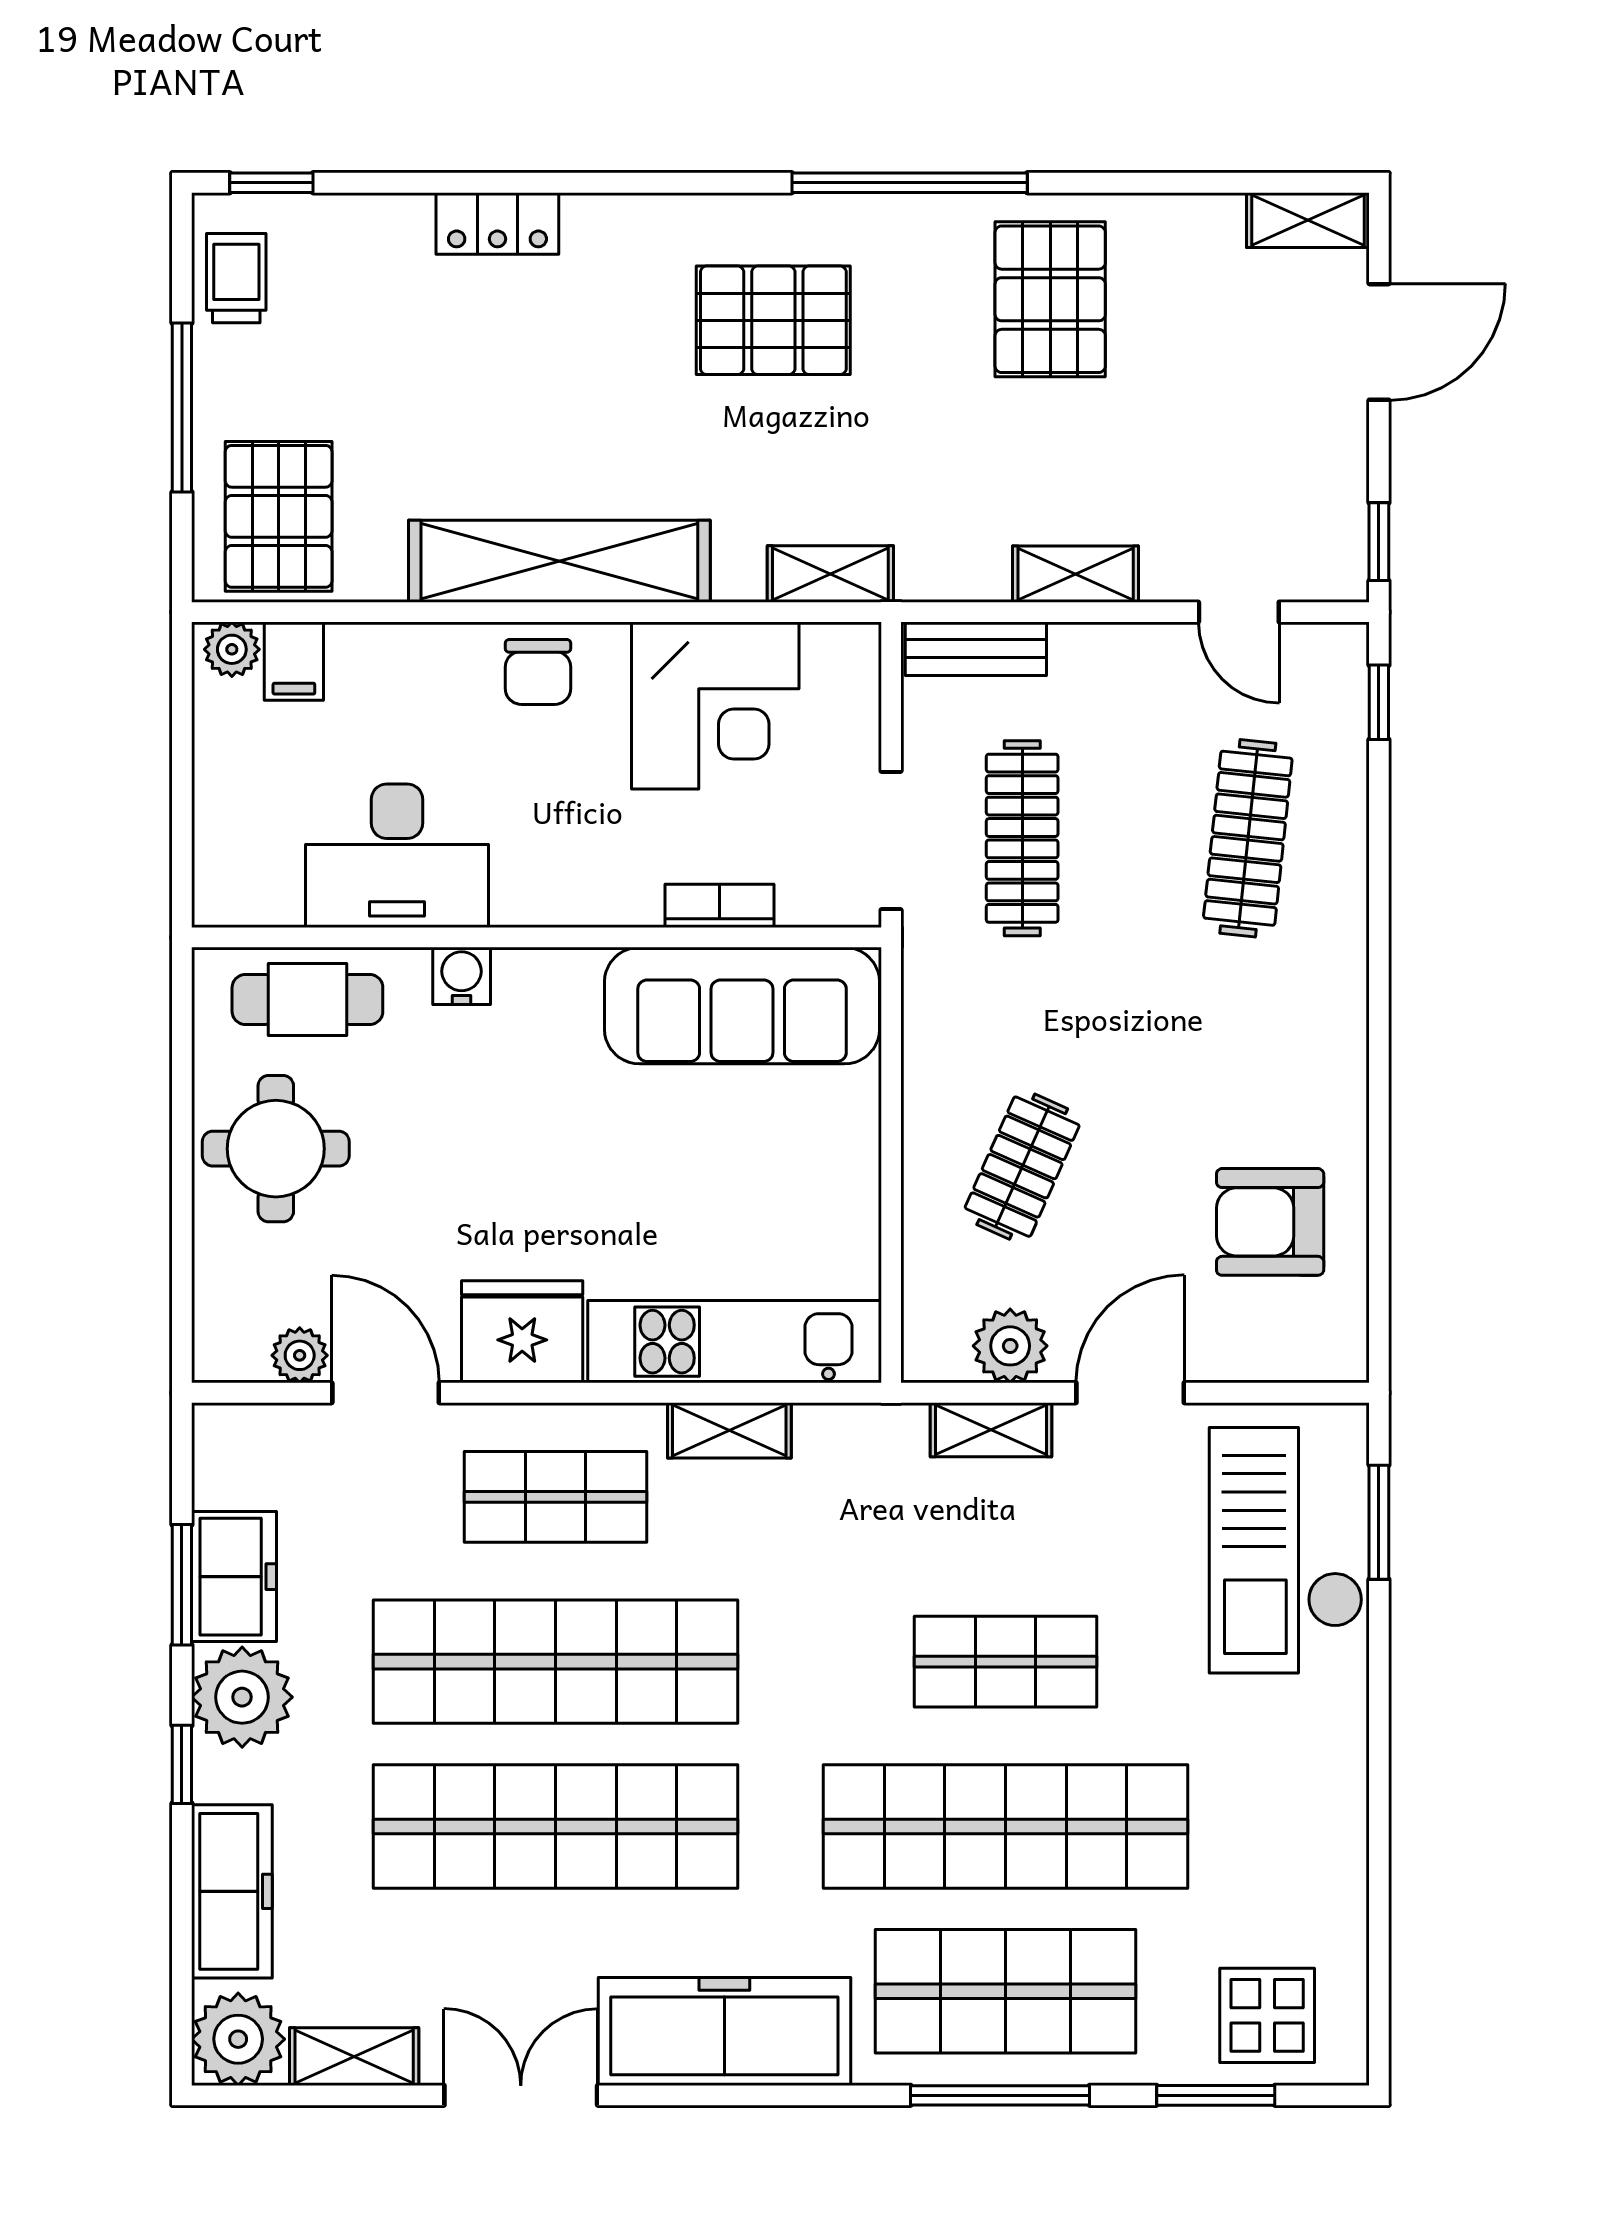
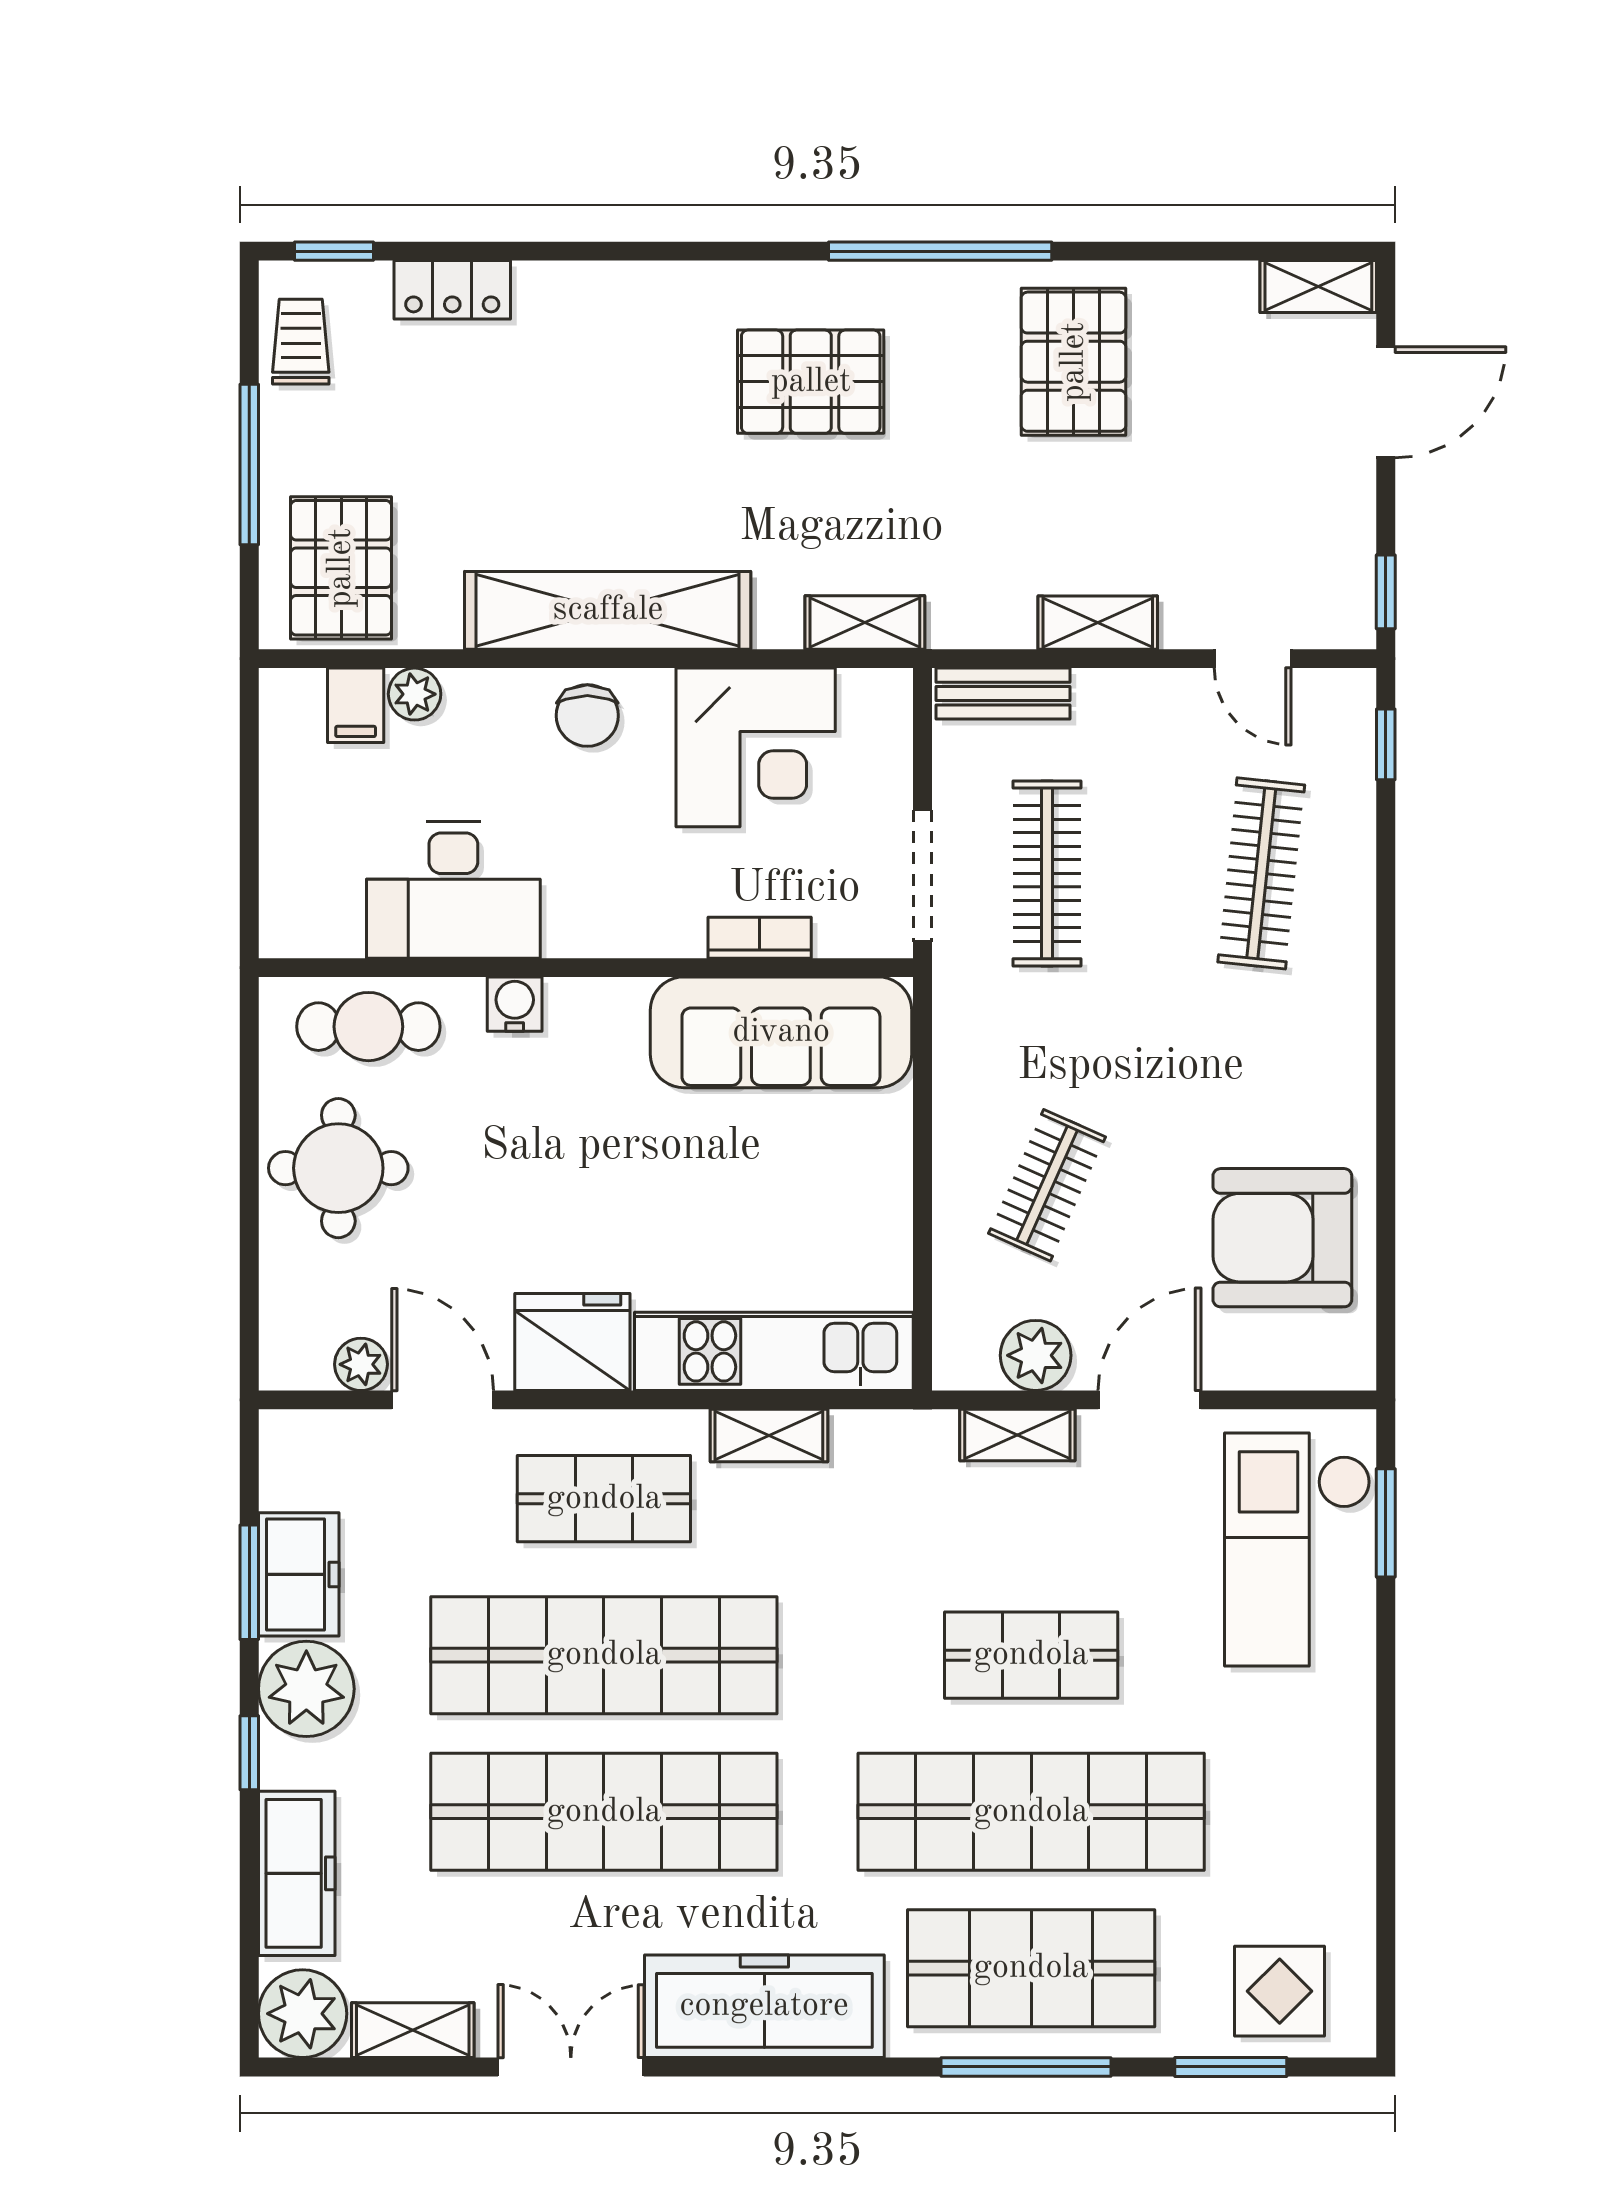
locker: (497, 223) -> (452, 290), moved
plant: (232, 649) -> (415, 694), moved
armchair: (1270, 1222) -> (1282, 1238), width x1.36, depth x1.36

